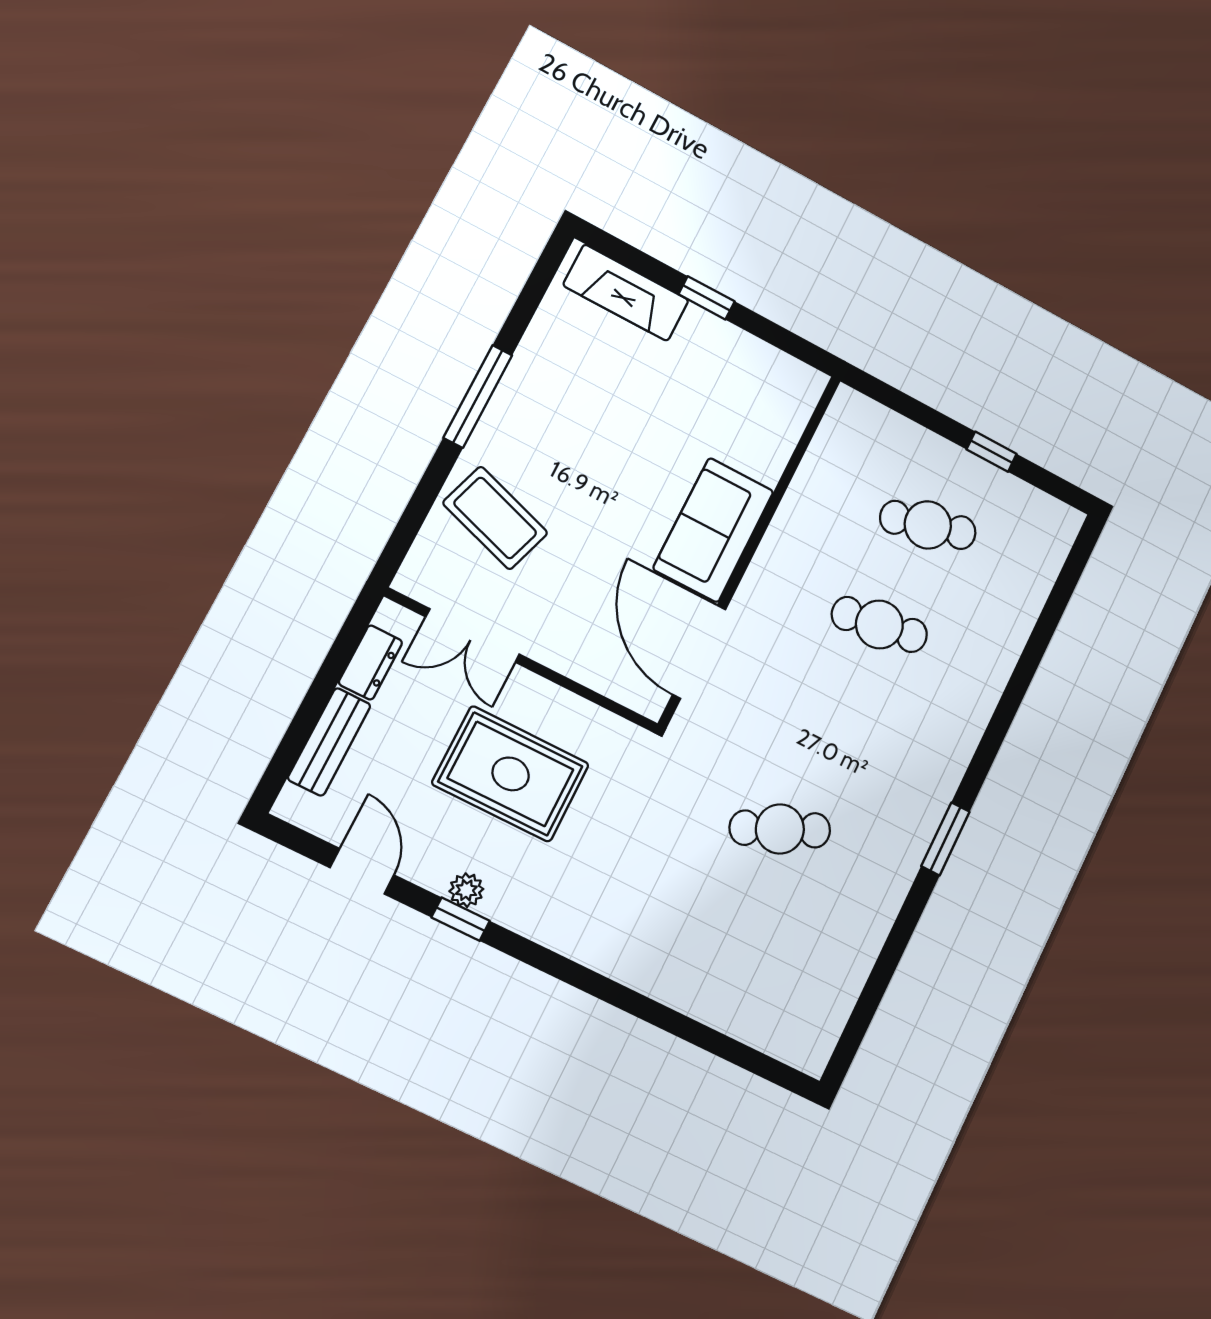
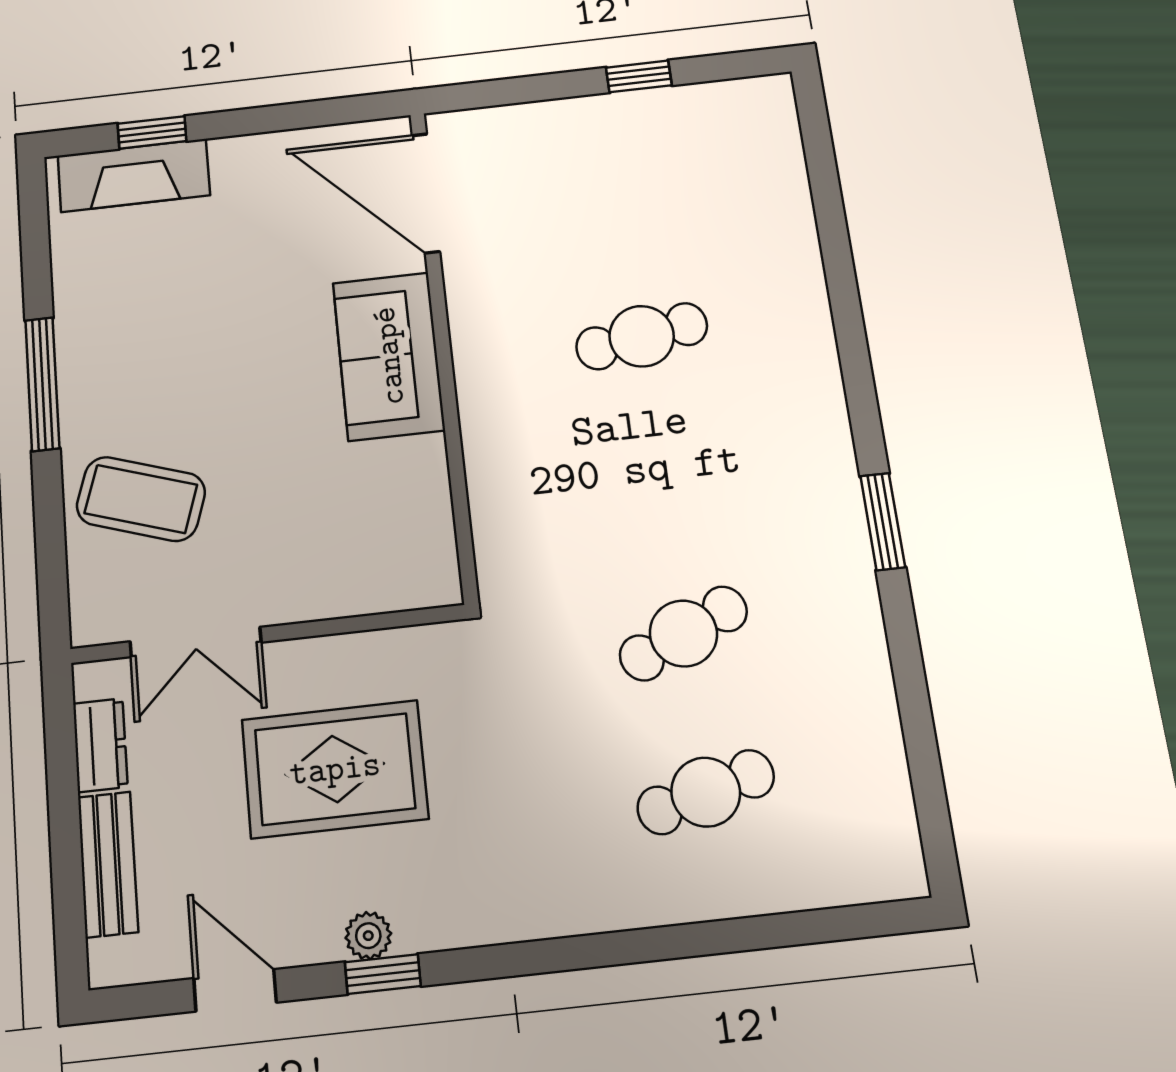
window: (707, 298) -> (152, 132), moved
cafe table: (928, 525) -> (706, 792), moved
door: (699, 652) -> (426, 193), moved

